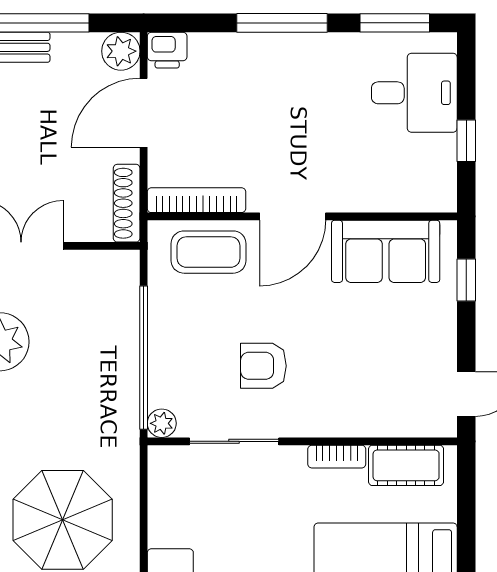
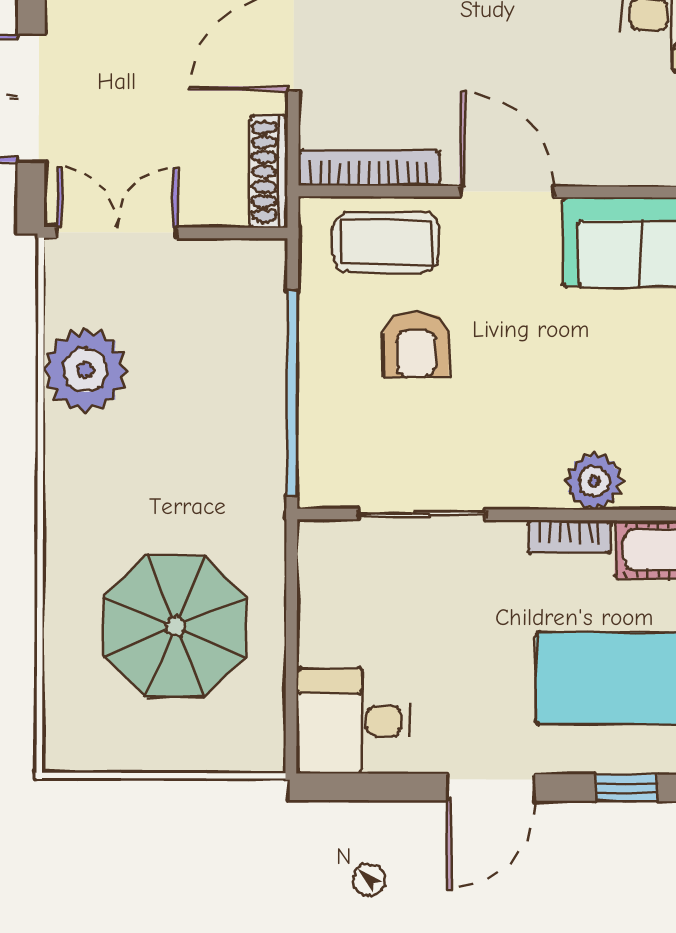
door: (293, 216) -> (507, 192), swing flipped
armchair: (263, 366) -> (416, 345), moved, turned -90
plant: (162, 423) -> (594, 481), moved, width x1.38, depth x1.38

